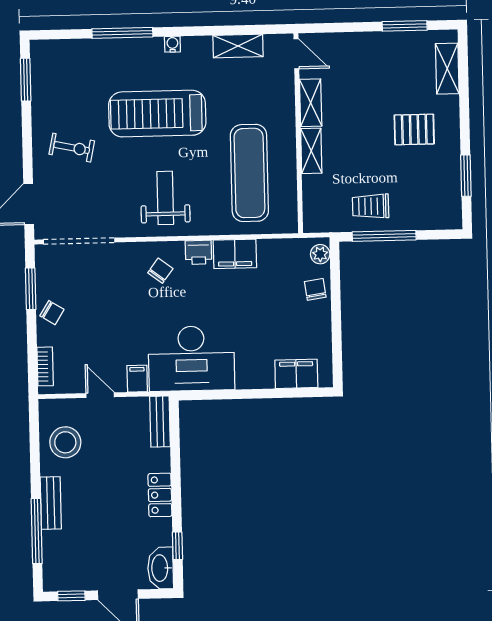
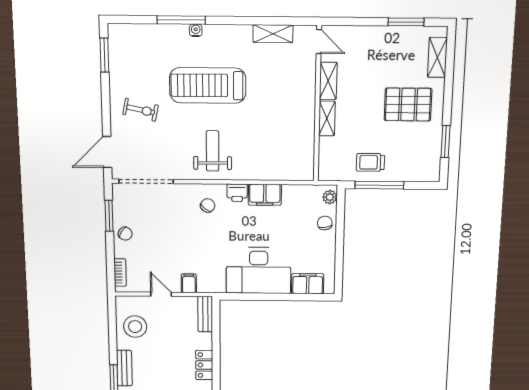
water cooler: (172, 44) -> (196, 30), moved
pallet: (414, 129) -> (408, 105), width x1.50, depth x1.42
exercise mat: (249, 173) -> (278, 134), removed
desk: (191, 359) -> (259, 270), moved

